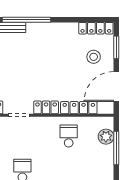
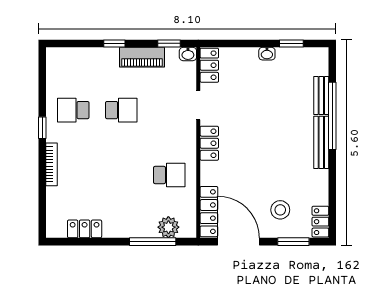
bench: (45, 28) -> (321, 142), added
locker: (96, 28) -> (320, 222), width x0.66
locker: (79, 108) -> (209, 212), moved

